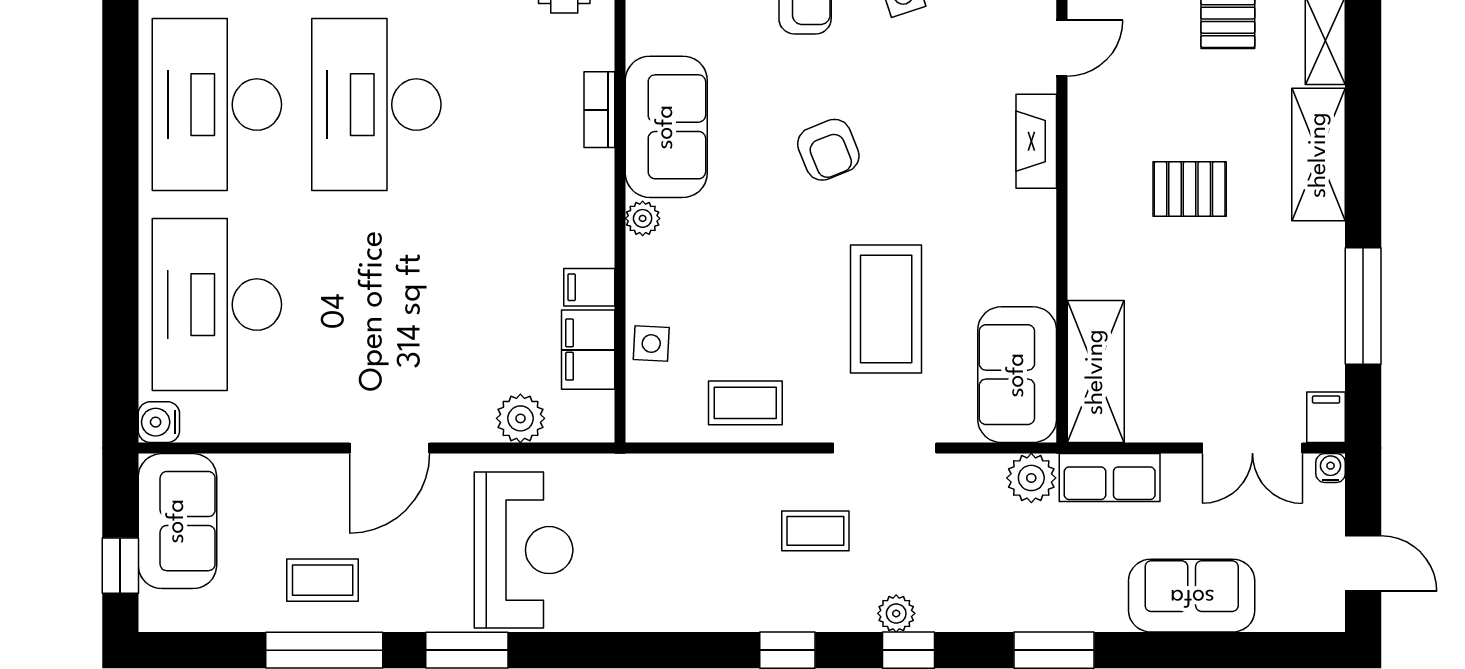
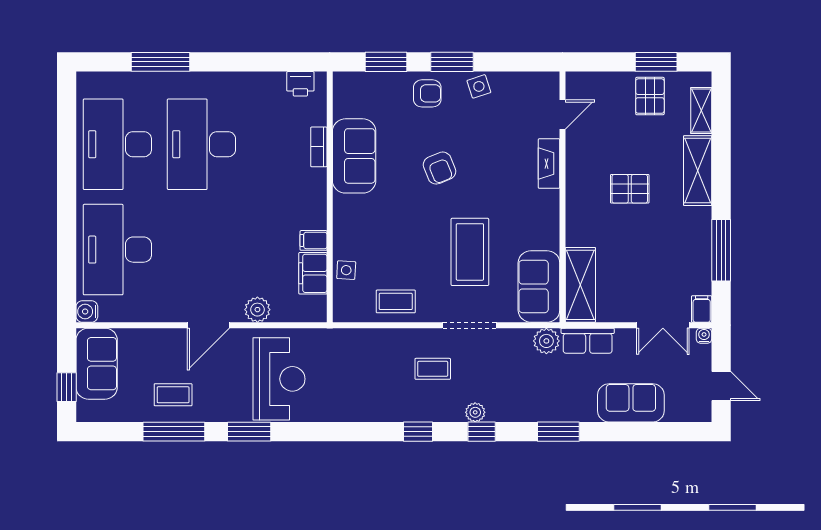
plant: (643, 218) -> (342, 204), removed
plant: (520, 418) -> (257, 310), moved

